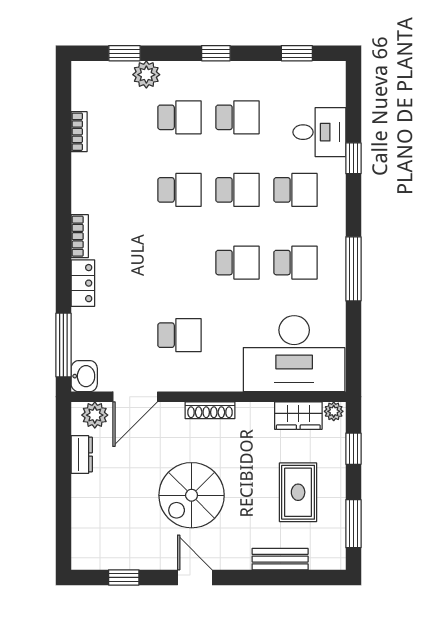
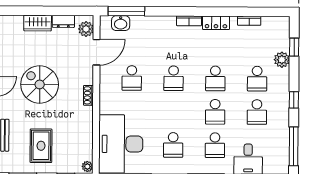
window: (297, 53) -> (294, 146), width x2.17
school desk: (237, 263) -> (174, 78), moved
locker: (83, 283) -> (216, 23), moved
washbasin: (84, 376) -> (121, 23), moved
door: (135, 397) -> (96, 52), swing flipped
shoe rack: (210, 410) -> (88, 95), width x0.70
wardrobe: (298, 416) -> (38, 23), moved, turned -90
rug: (298, 492) -> (41, 146), turned 90

